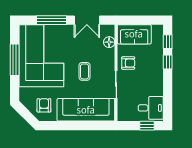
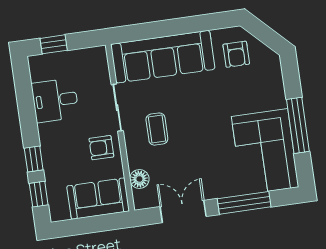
corner sofa: (41, 56) -> (265, 152), width x0.73, depth x0.74
coffee table: (85, 71) -> (157, 129), moved
desk: (151, 108) -> (55, 100), moved

